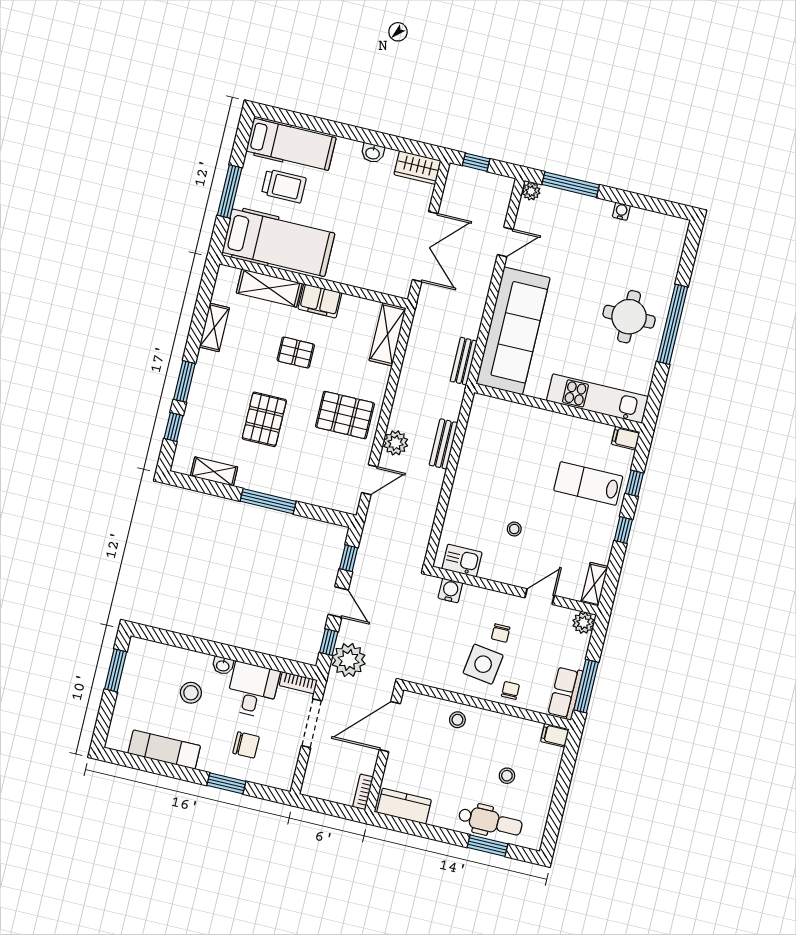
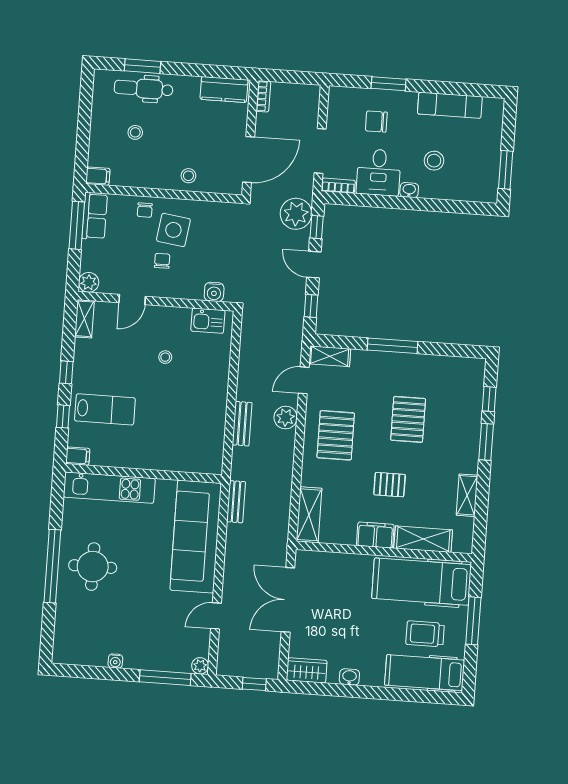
pallet: (345, 415) -> (336, 435), turned 90
shelving: (214, 472) -> (330, 356), moved

